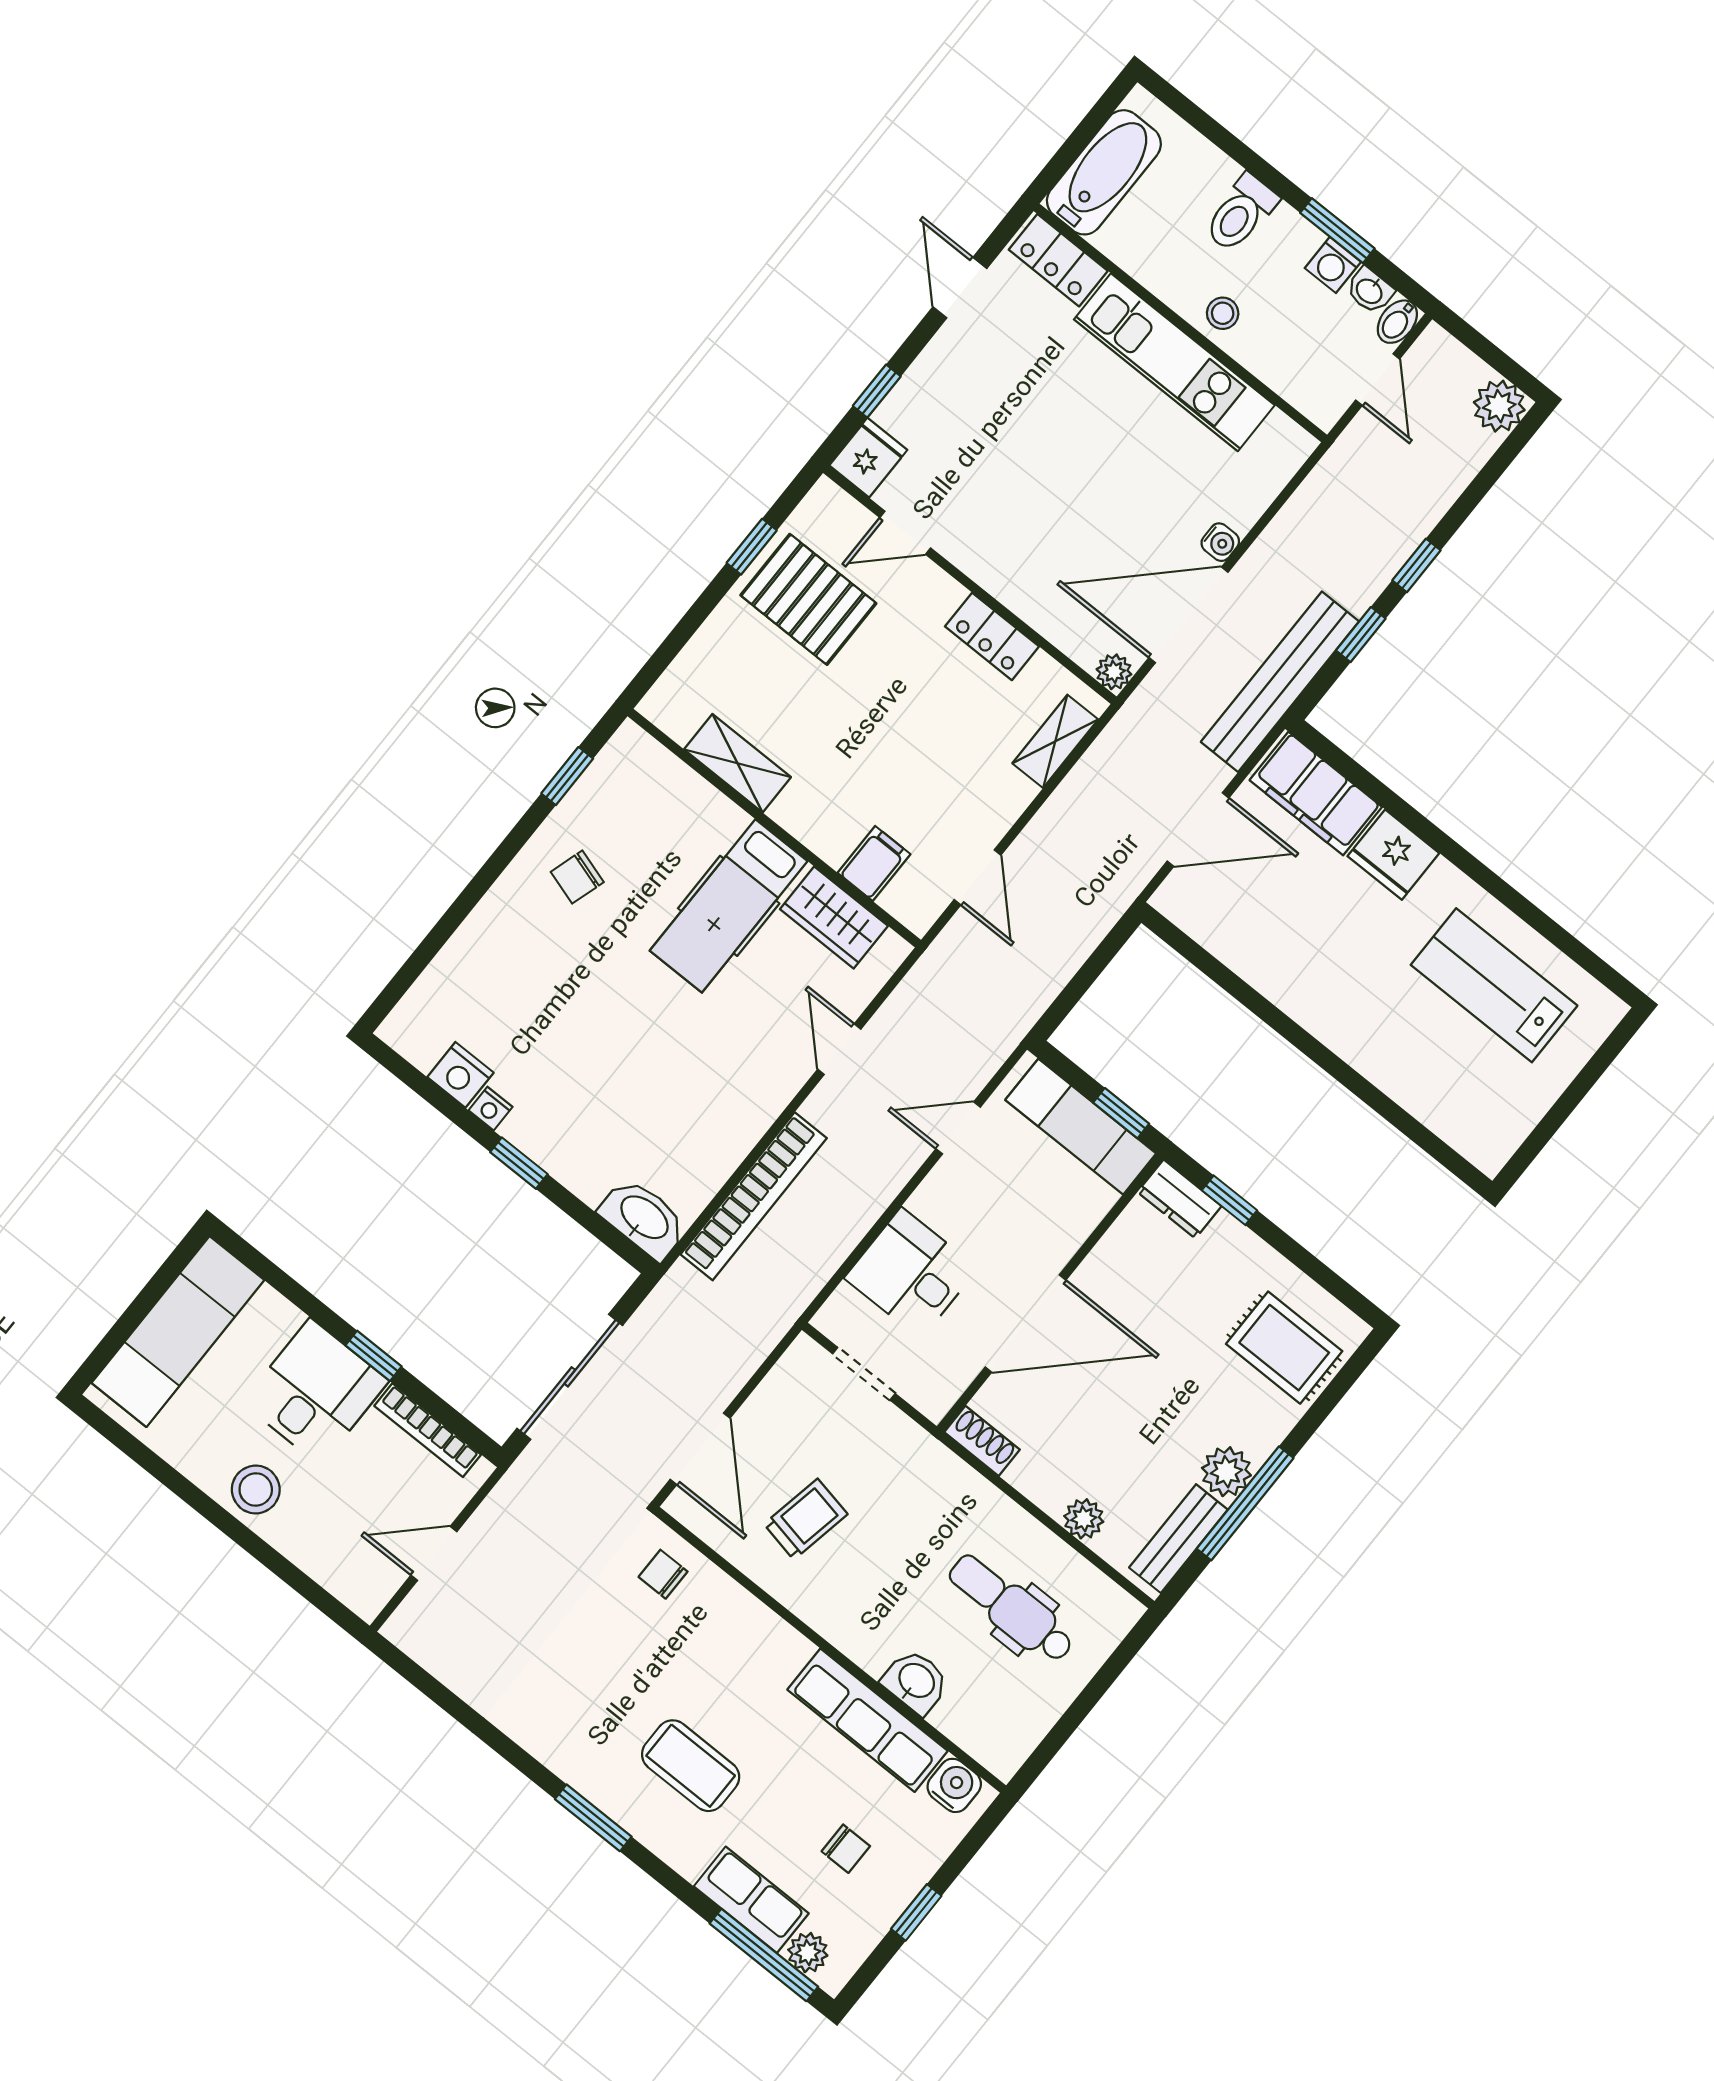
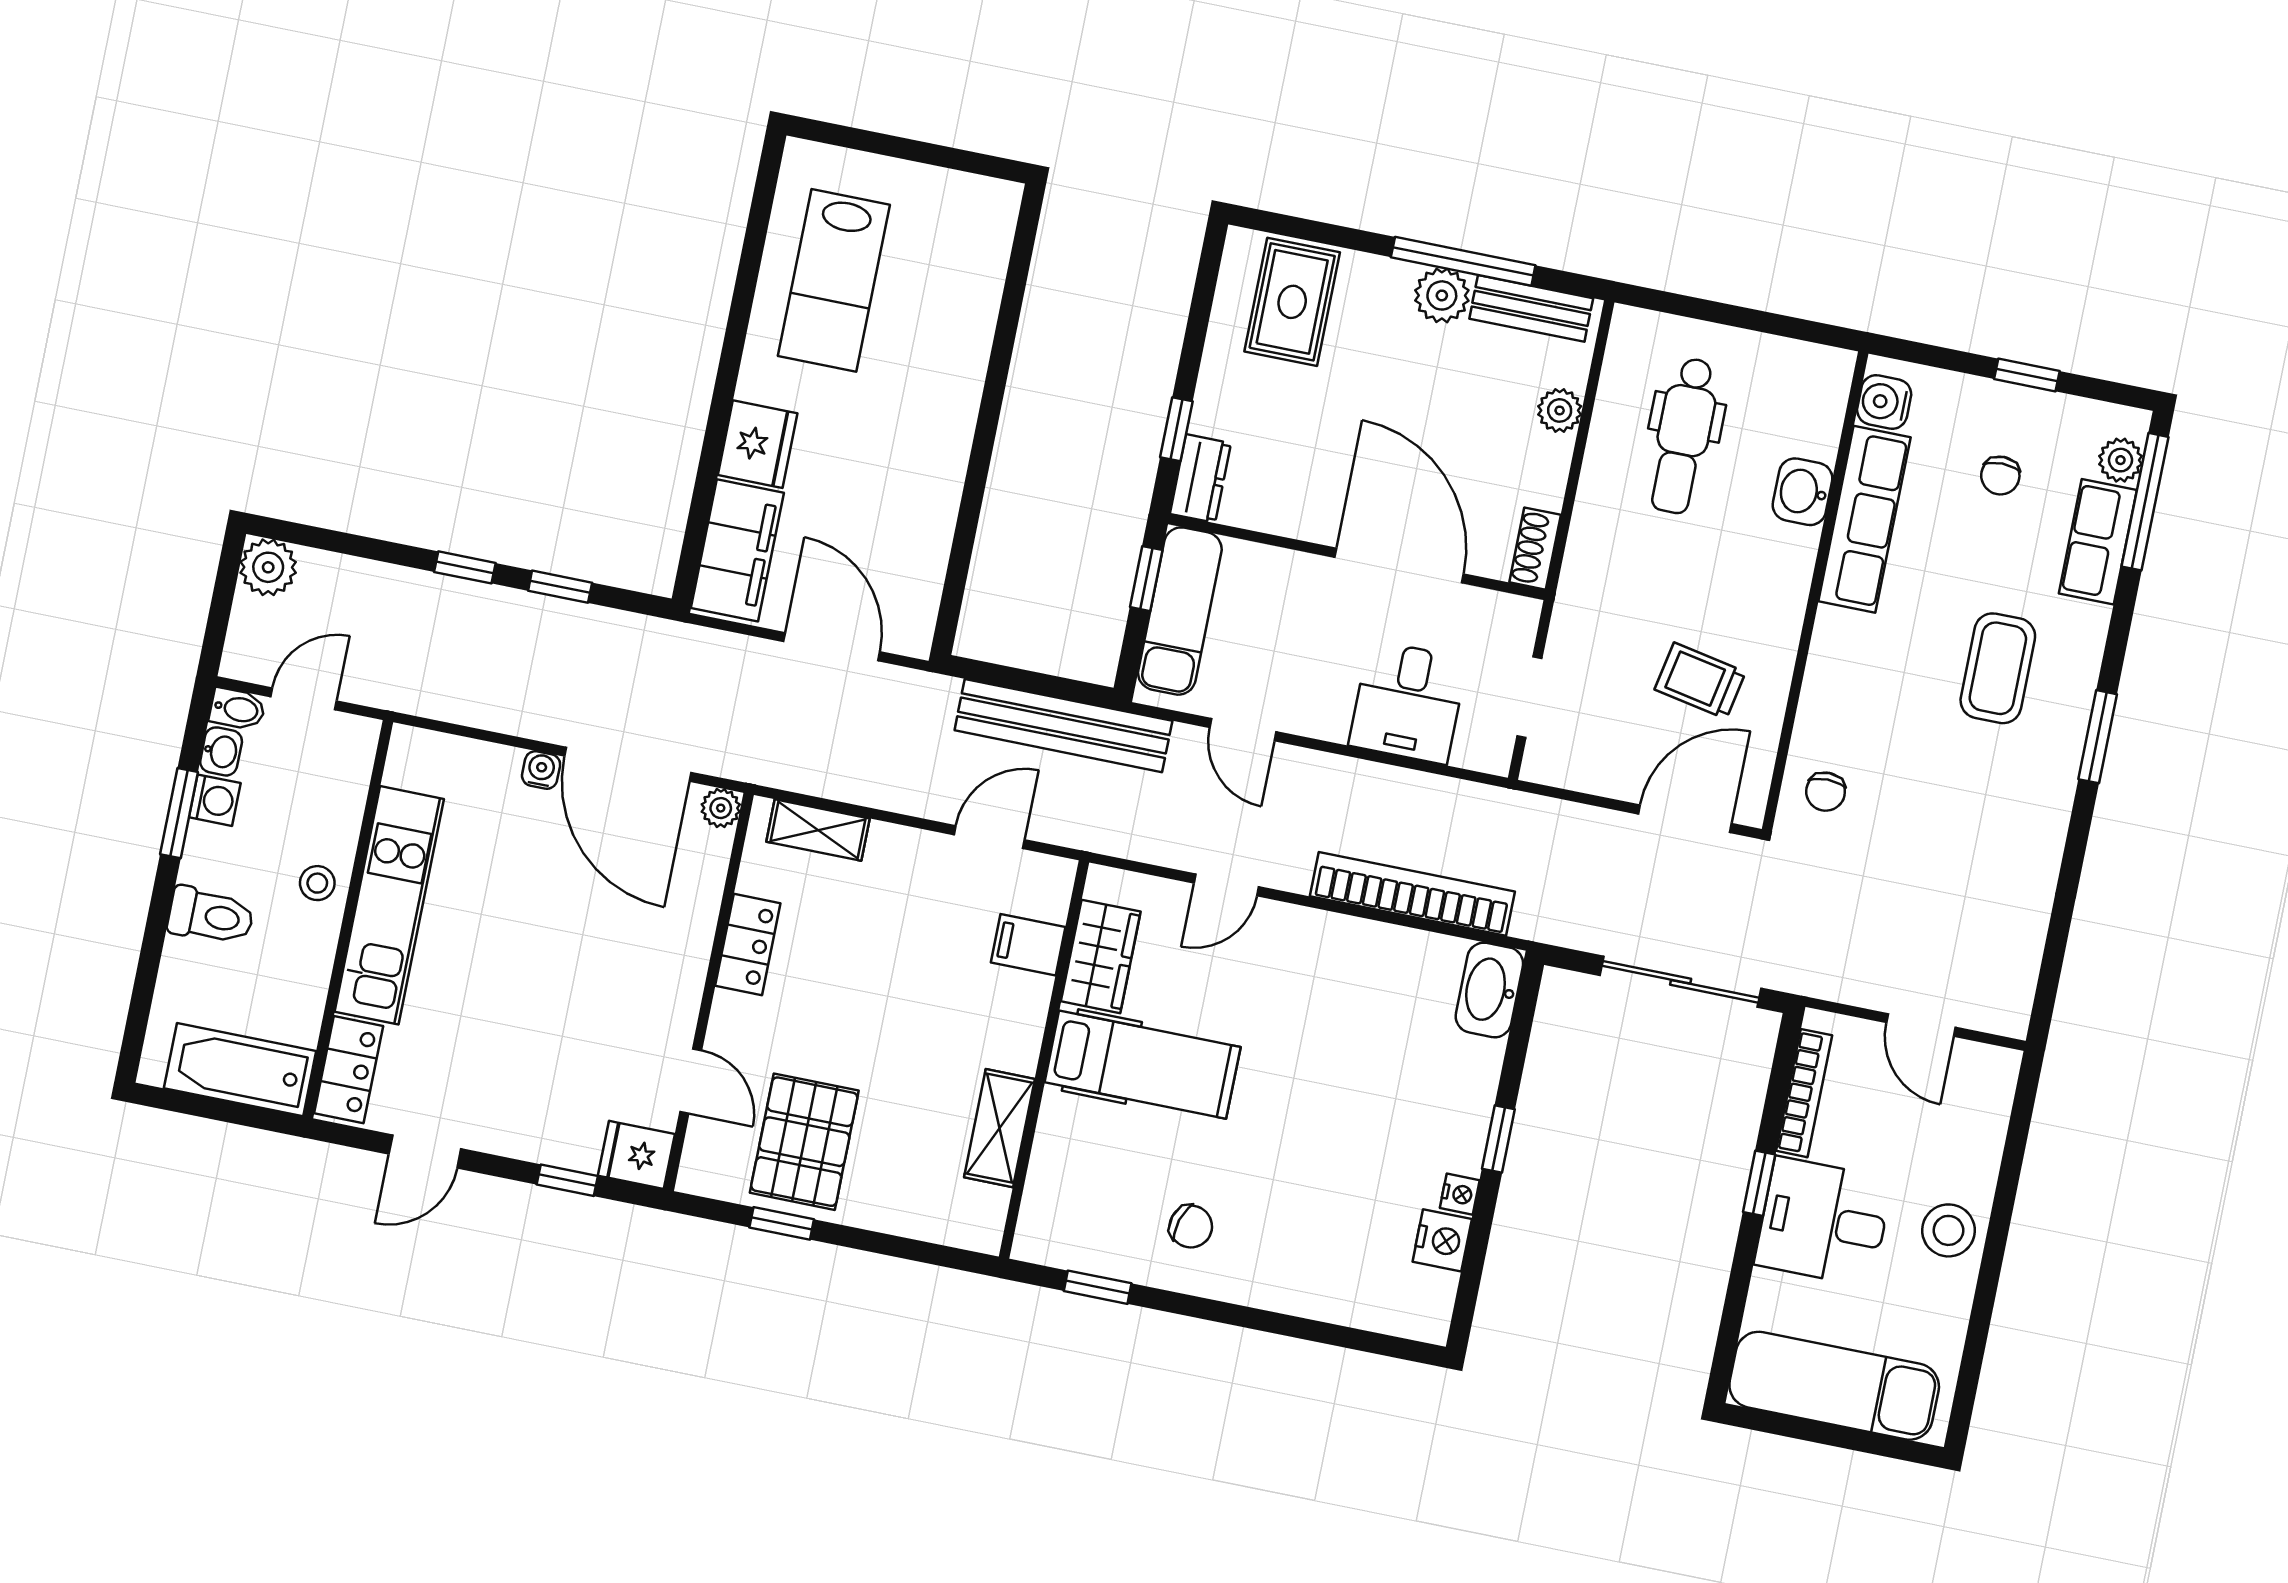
bench: (1280, 682) -> (1063, 726), moved
chair: (846, 1849) -> (2000, 476), turned 180

